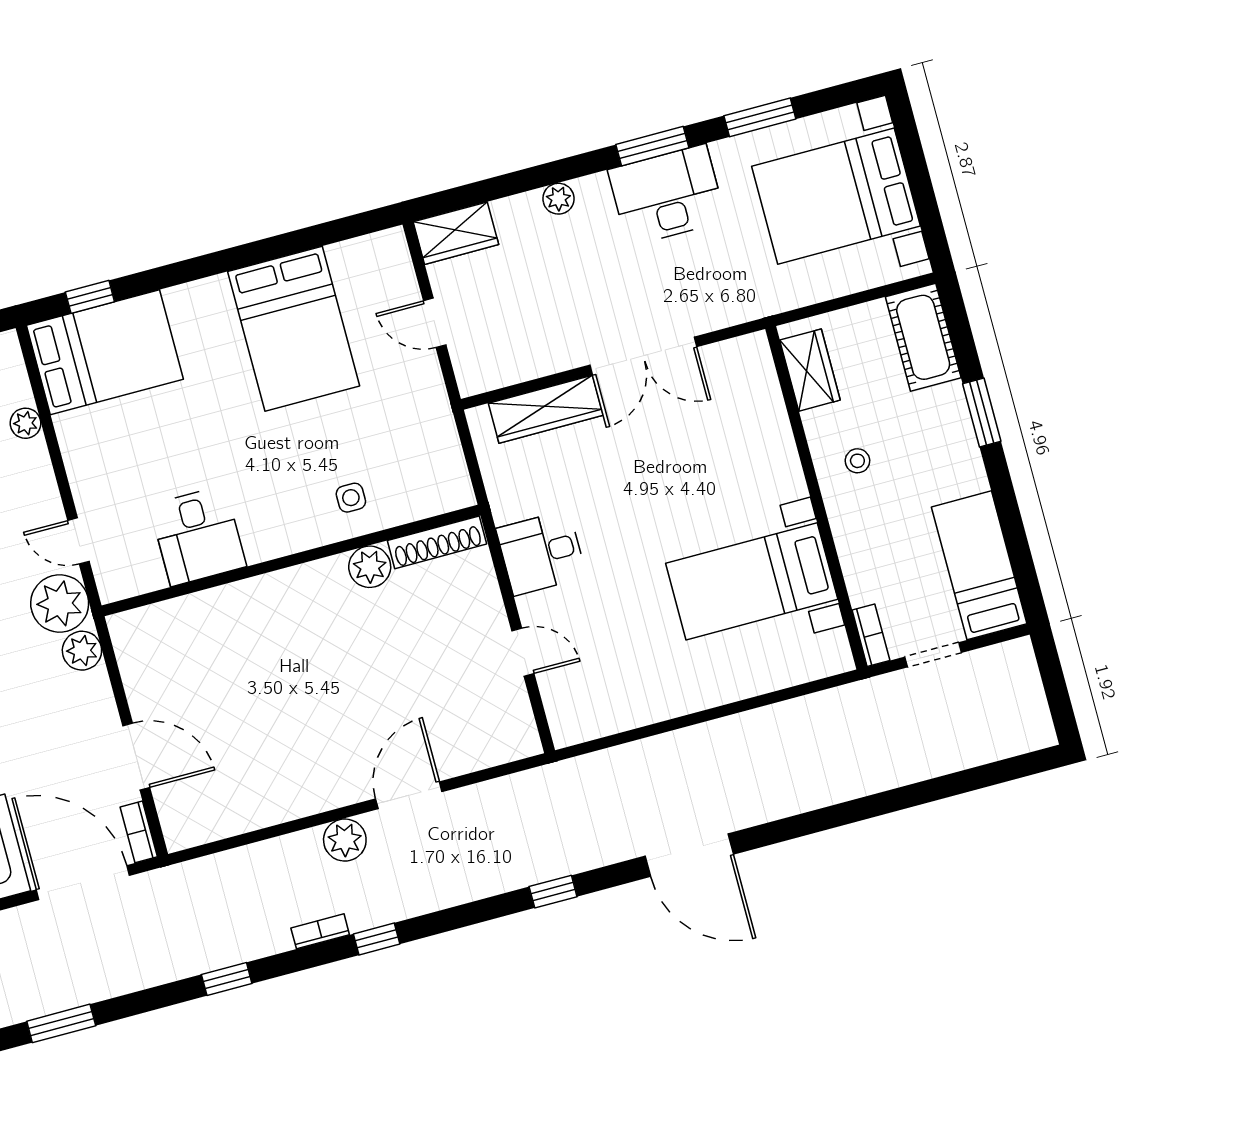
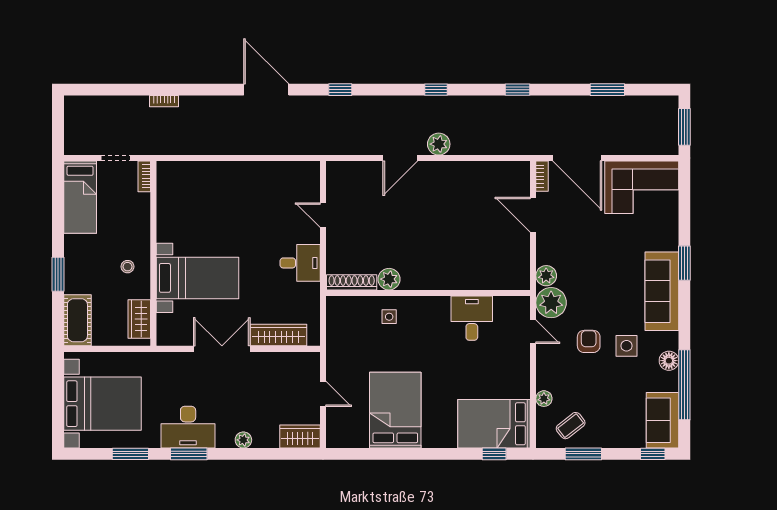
bed with nightstands: (752, 581) -> (197, 278), moved
bookcase: (320, 931) -> (164, 101), moved

